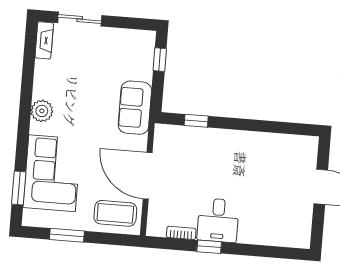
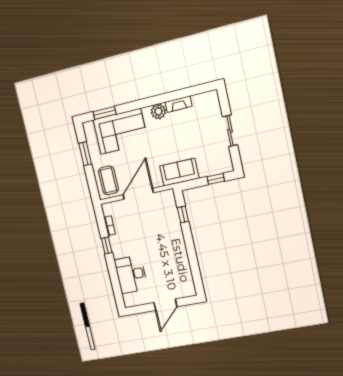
sliding door: (80, 19) -> (230, 131), moved
fireplace: (44, 40) -> (179, 104), moved
desk: (218, 220) -> (131, 274), moved, width x1.37

